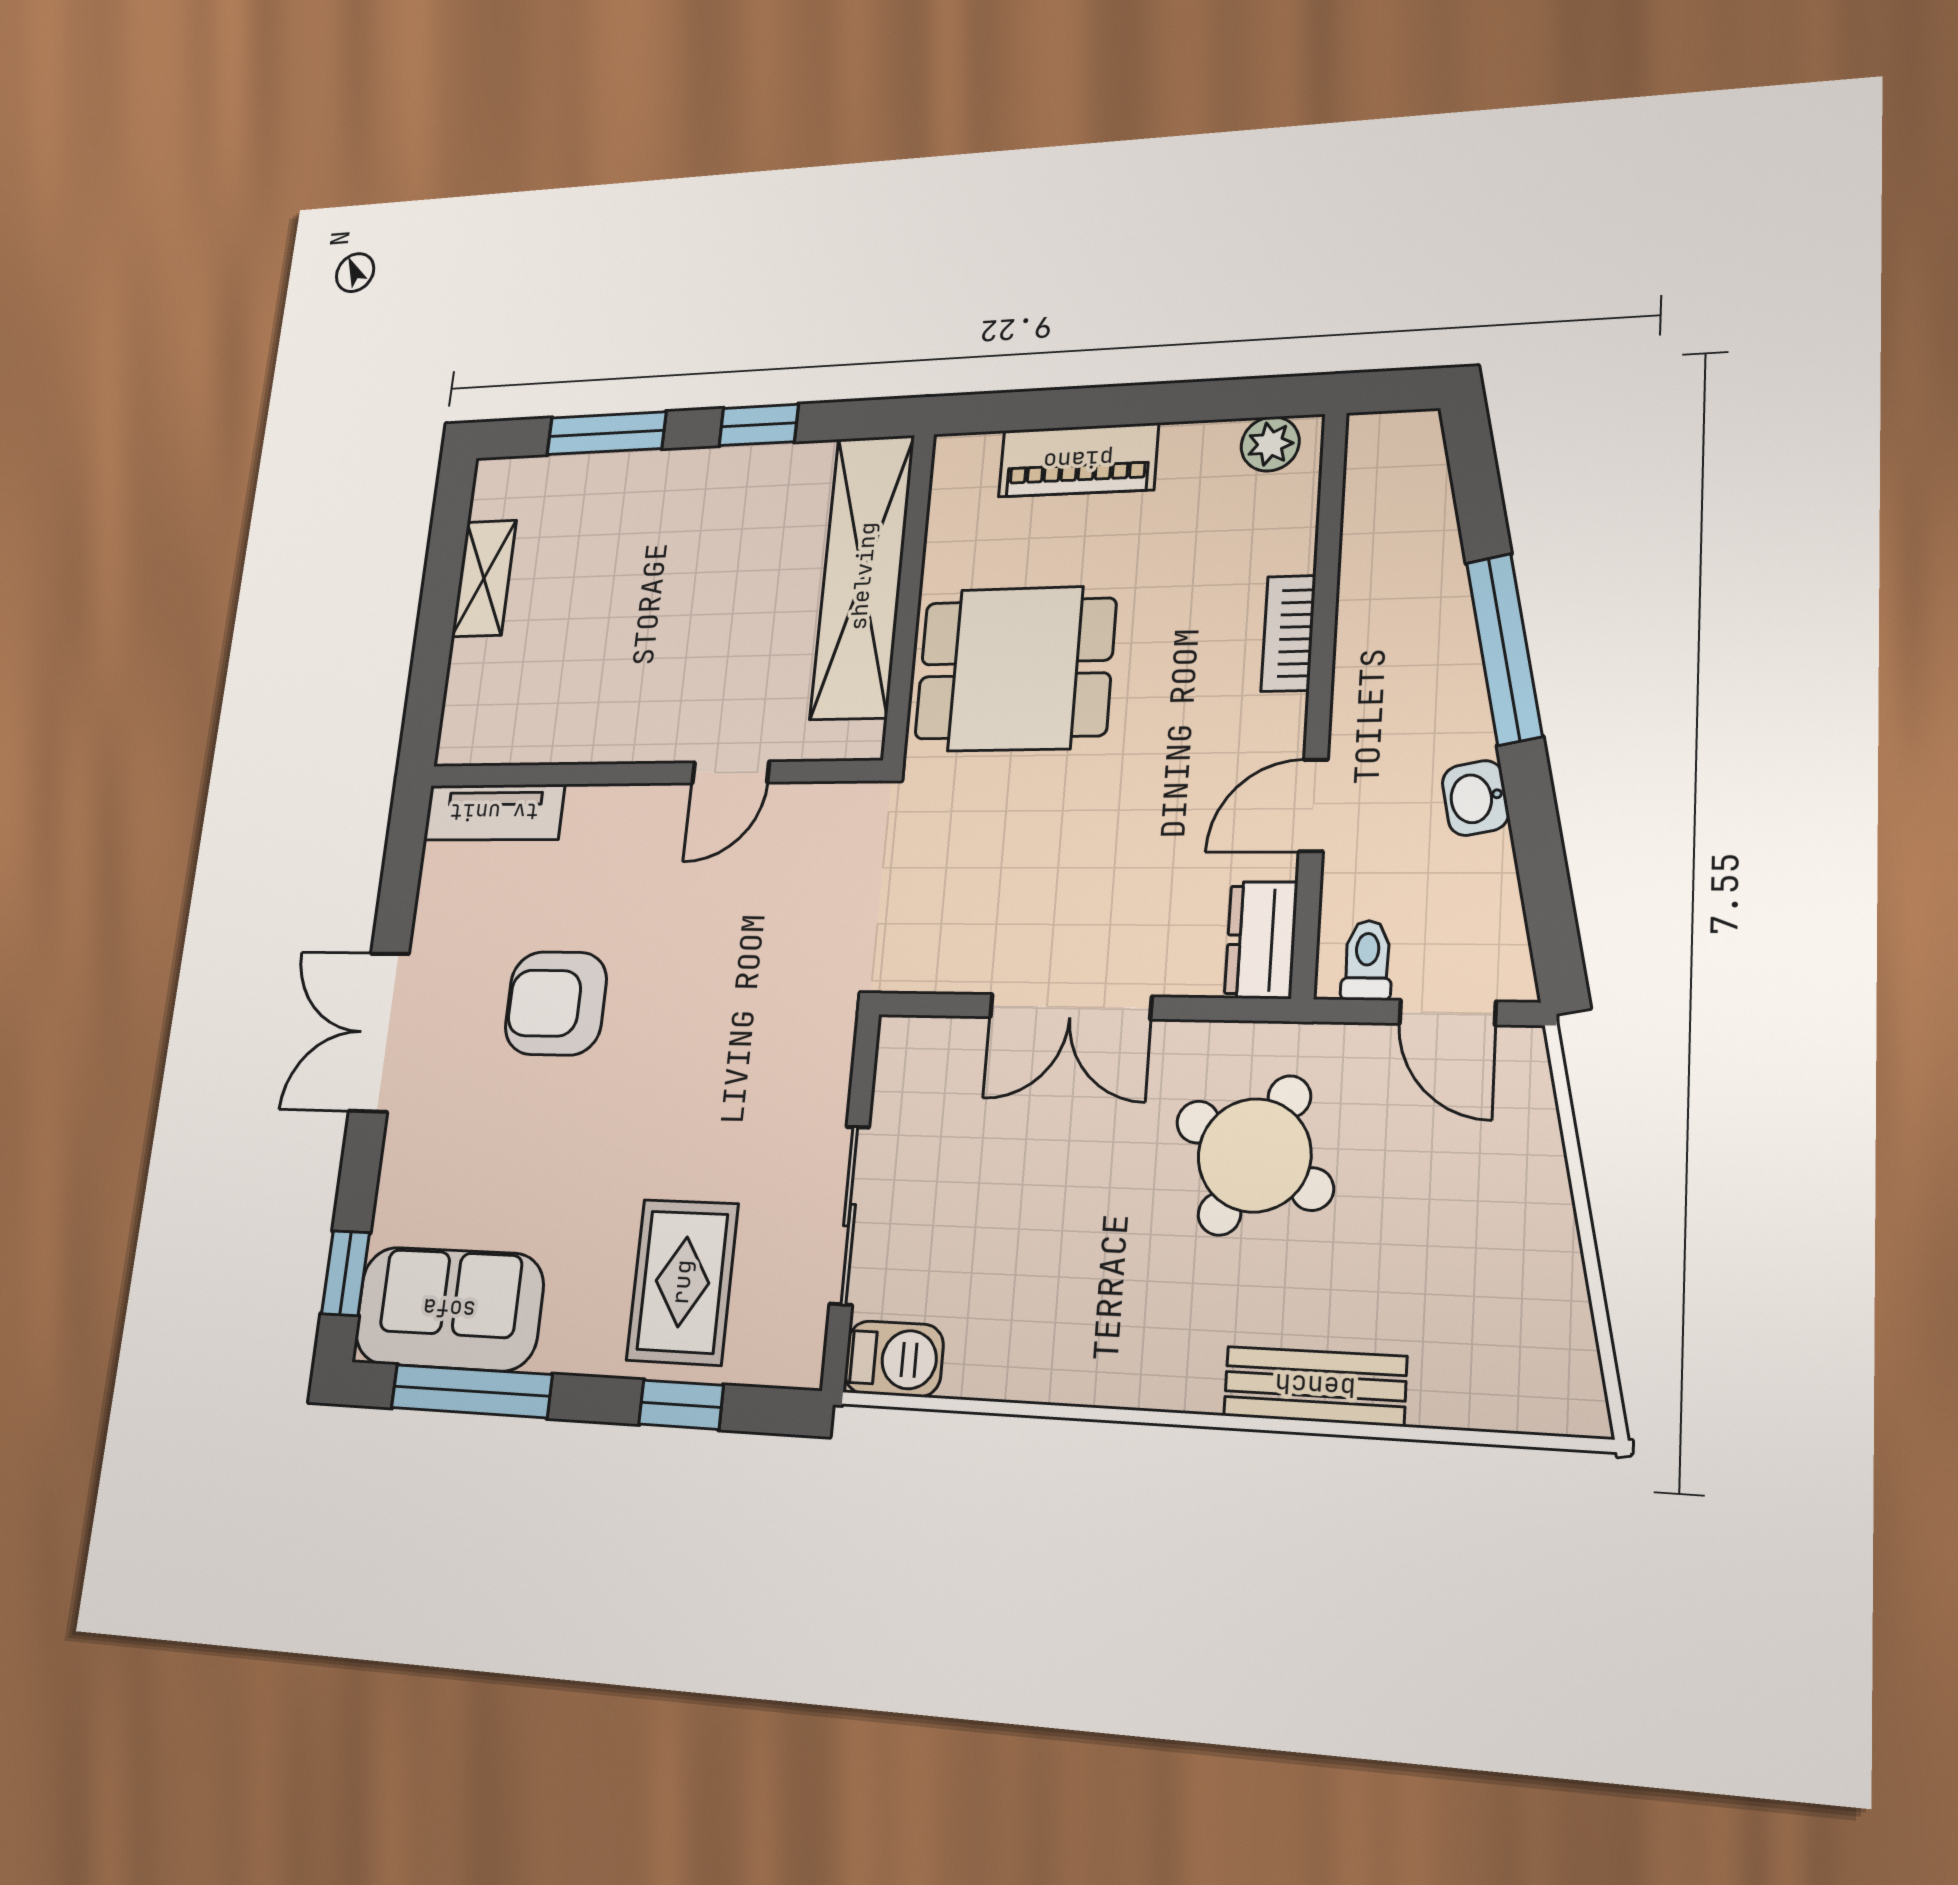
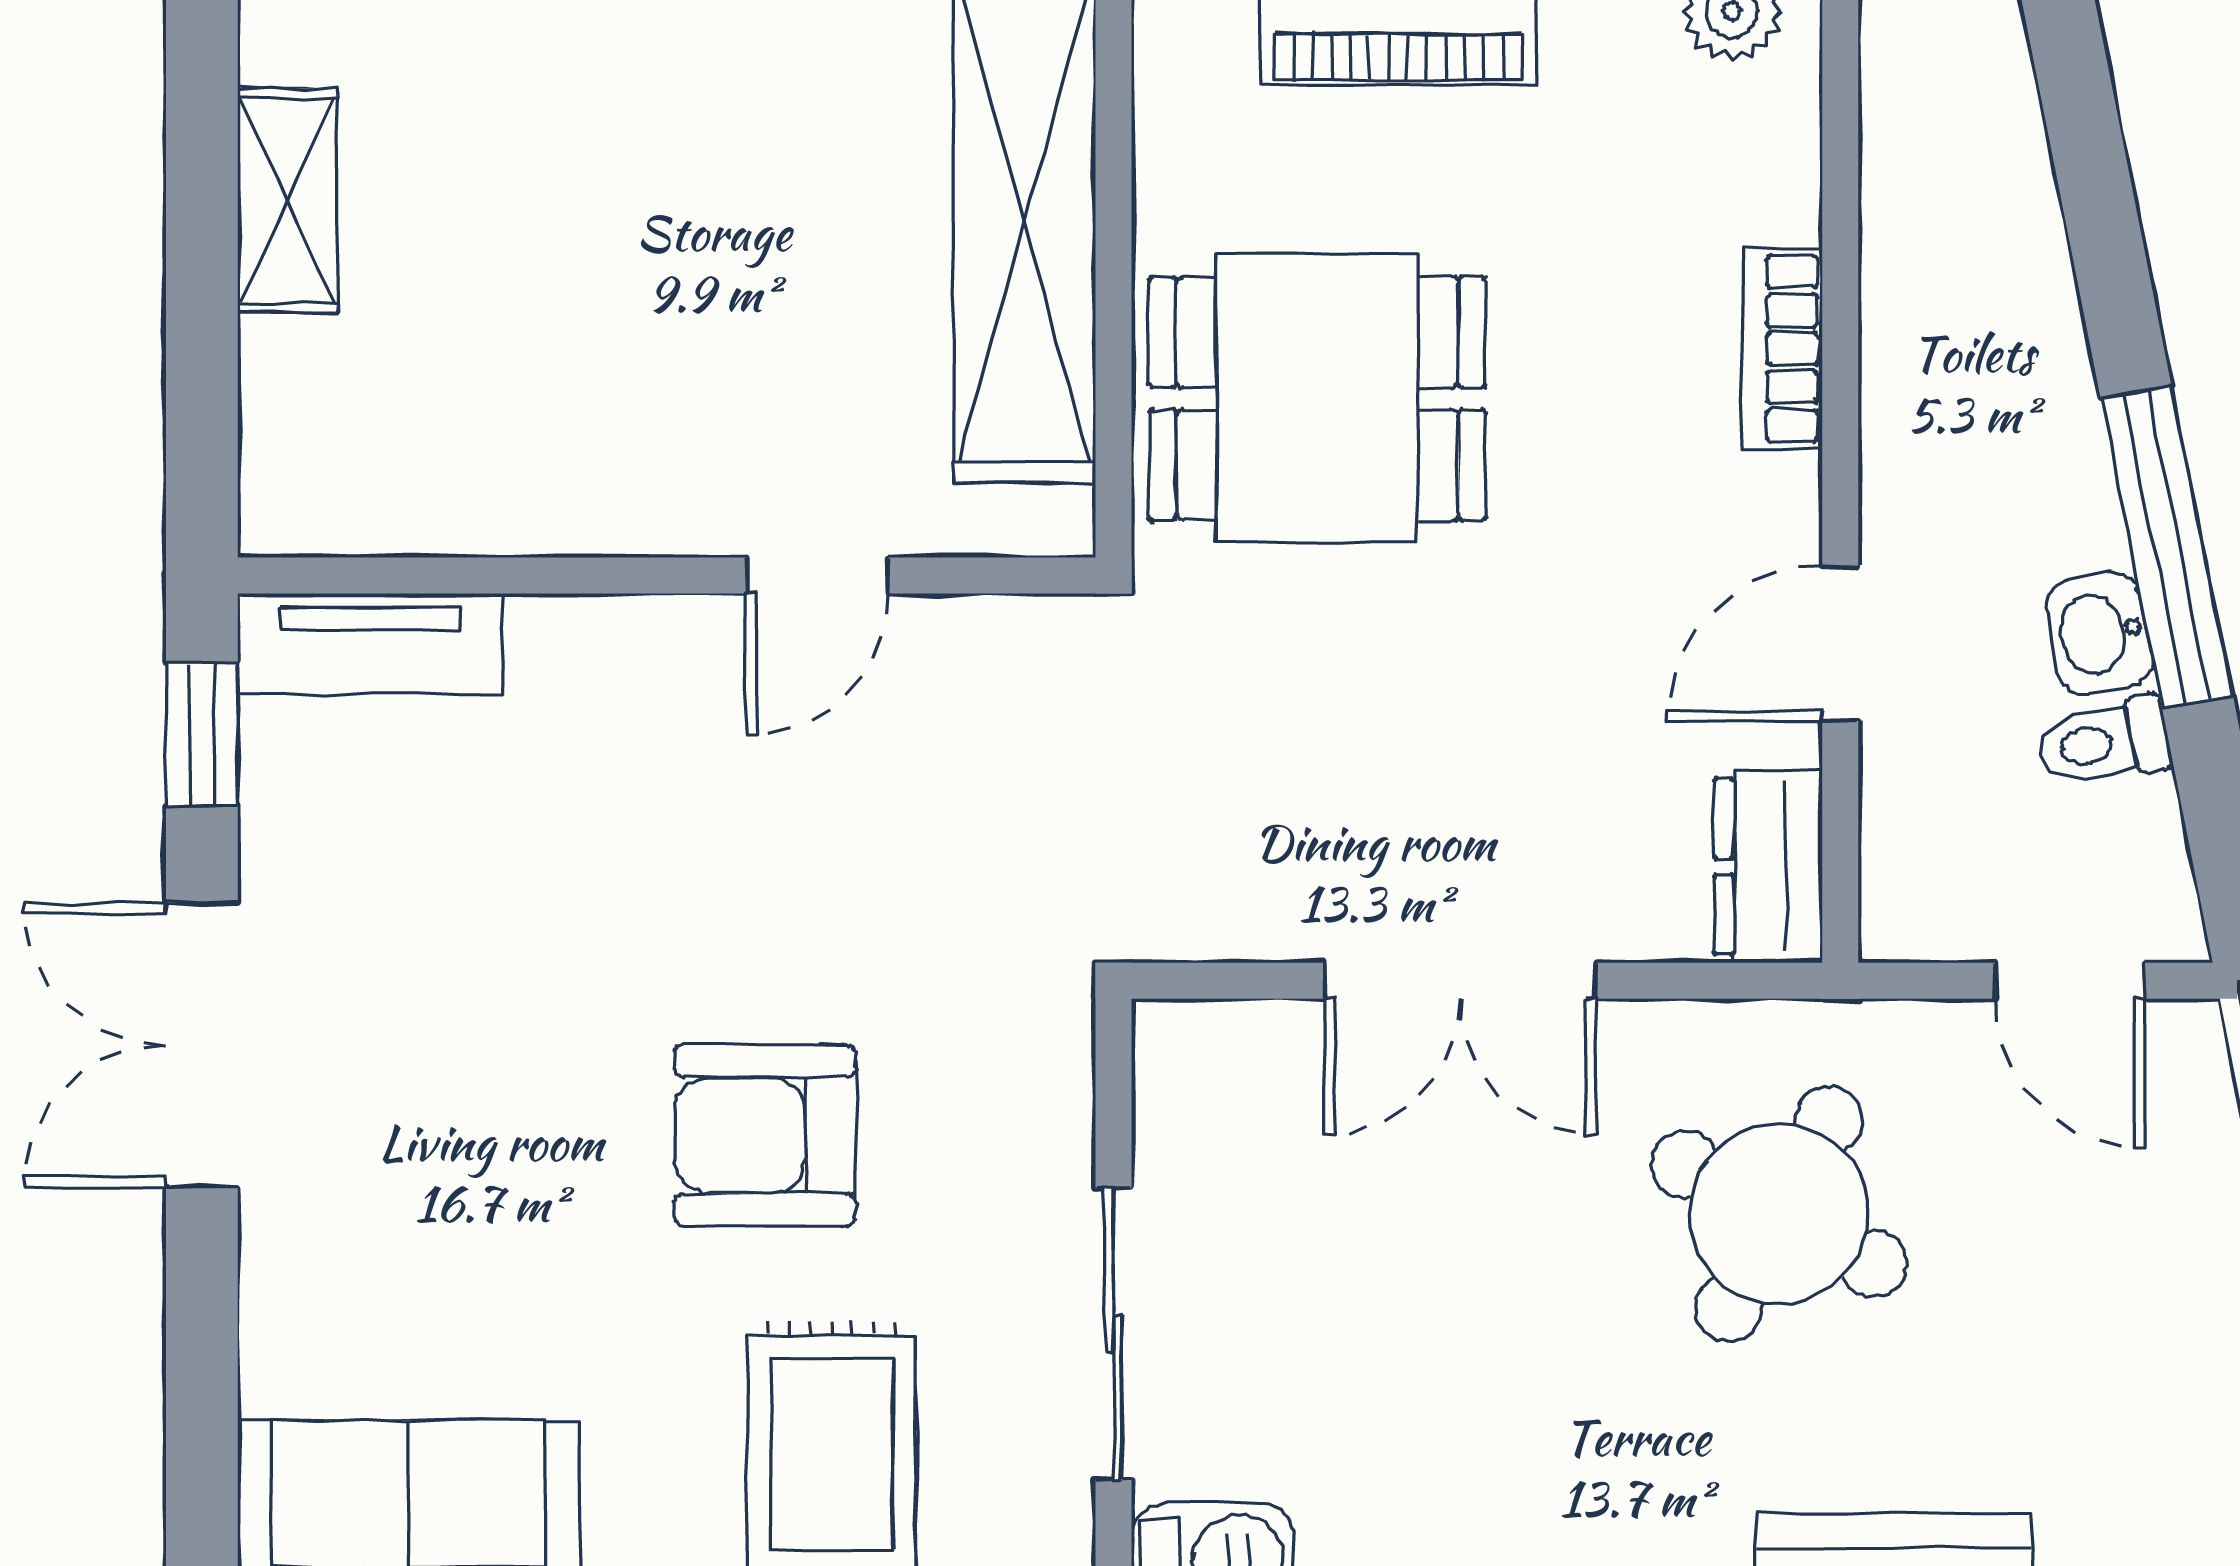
window: (1504, 649) -> (2167, 547), moved
toilet: (1367, 960) -> (2103, 742), moved, turned -101
armchair: (556, 1003) -> (765, 1135), moved
window: (346, 1273) -> (202, 735), moved

